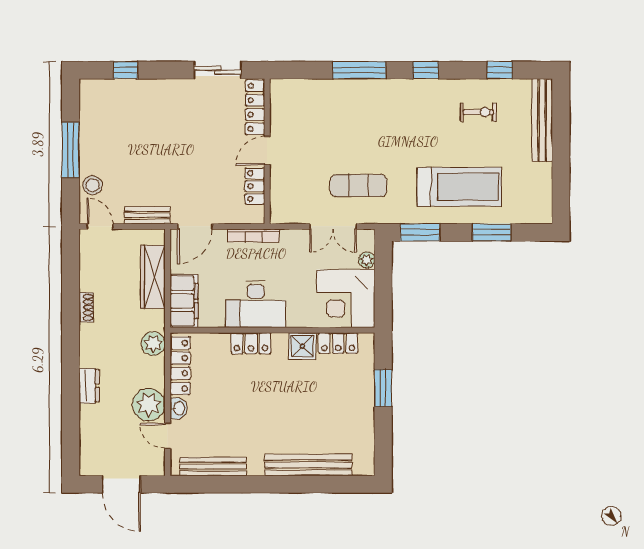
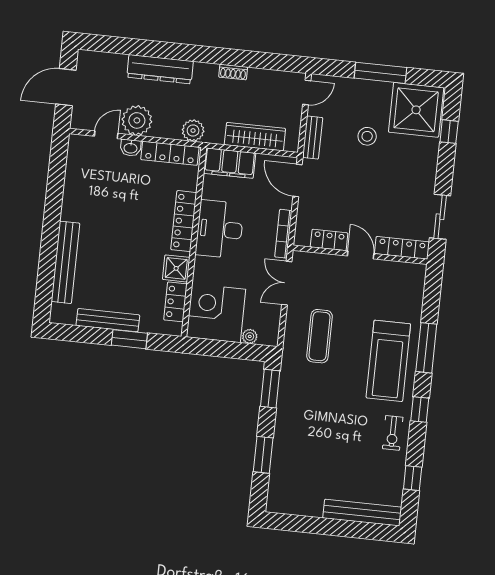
shower: (106, 108) -> (416, 110), added
exercise bike: (478, 112) -> (393, 433), moved
stool: (93, 185) -> (367, 136), moved
treadmill: (459, 187) -> (388, 361), moved
double door: (333, 226) -> (287, 283), moved
locker: (251, 343) -> (184, 221), width x1.53
dresser: (89, 386) -> (160, 69), width x1.96, depth x1.24
bench: (213, 466) -> (108, 320), moved, turned 90

